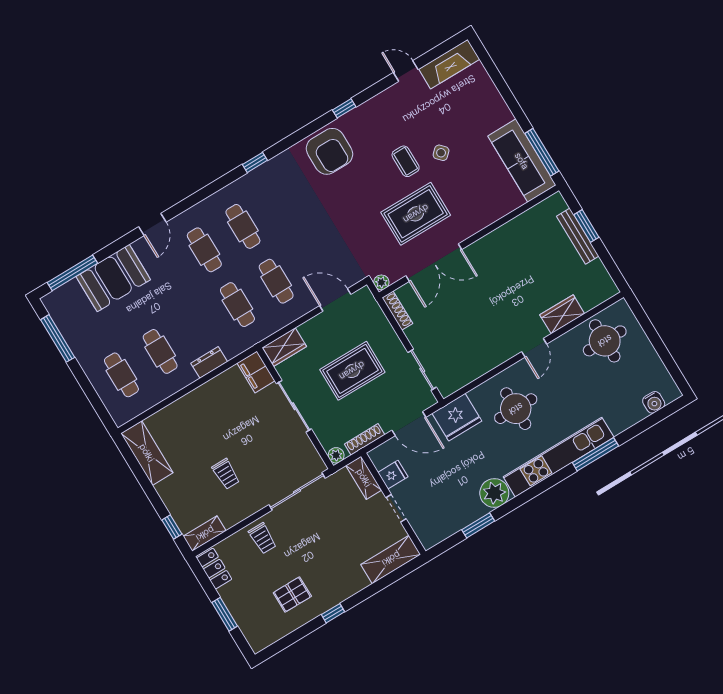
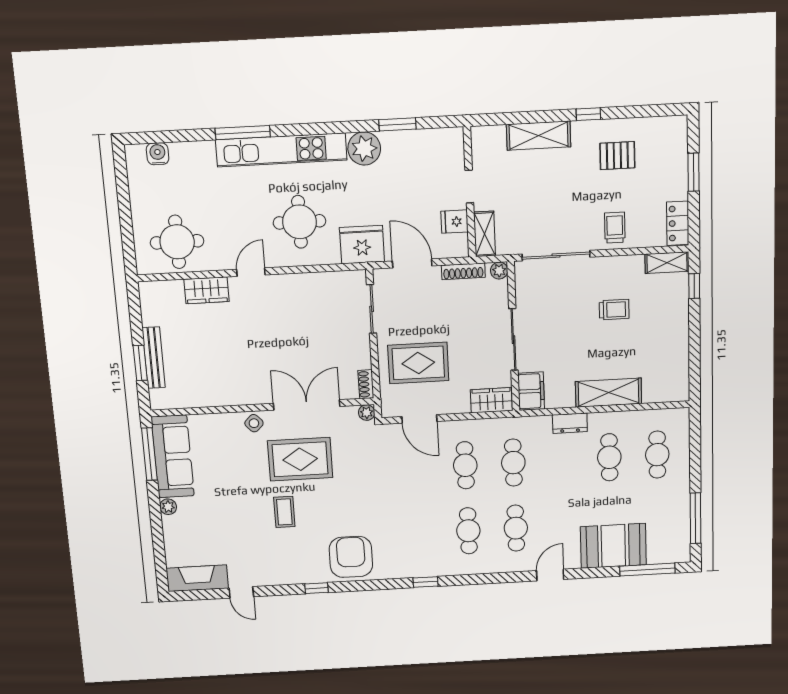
plant: (504, 115) -> (168, 507), added
side table: (441, 153) -> (254, 423), moved
shoe rack: (397, 311) -> (366, 384), width x0.70
rug: (352, 371) -> (418, 363), moved
shelving: (147, 453) -> (608, 393), moved, turned 90
trolley: (226, 474) -> (614, 310), turned 90
shelving: (391, 559) -> (539, 136), moved

